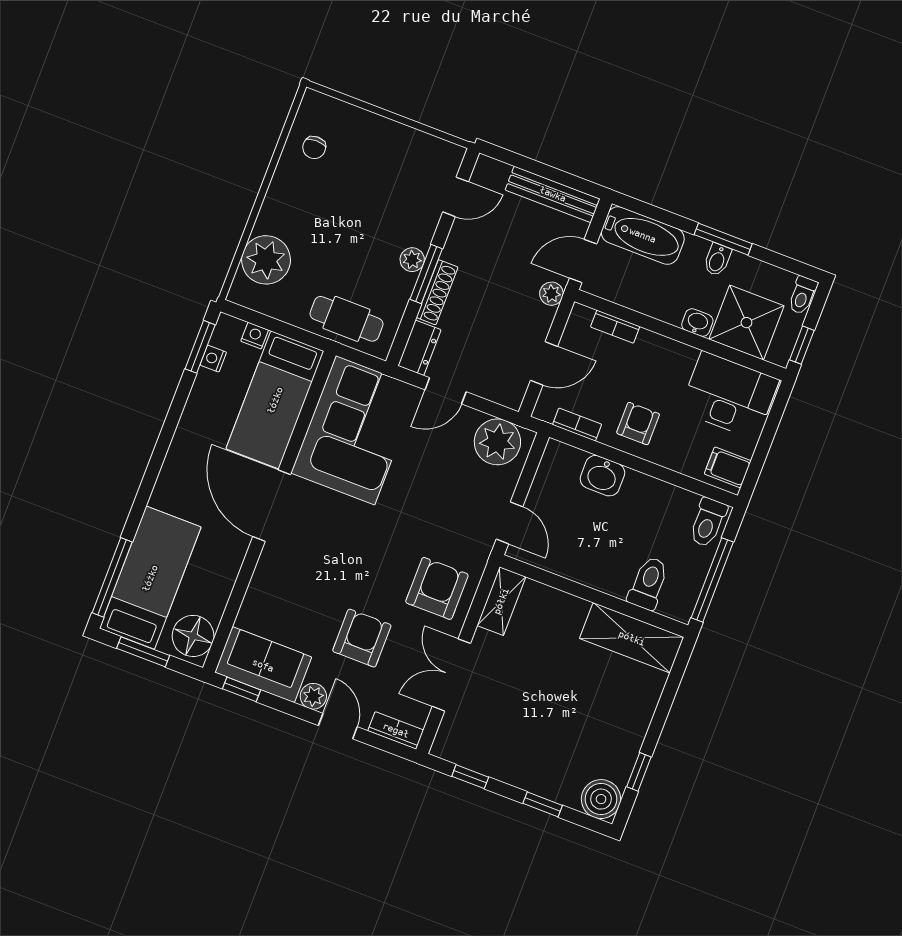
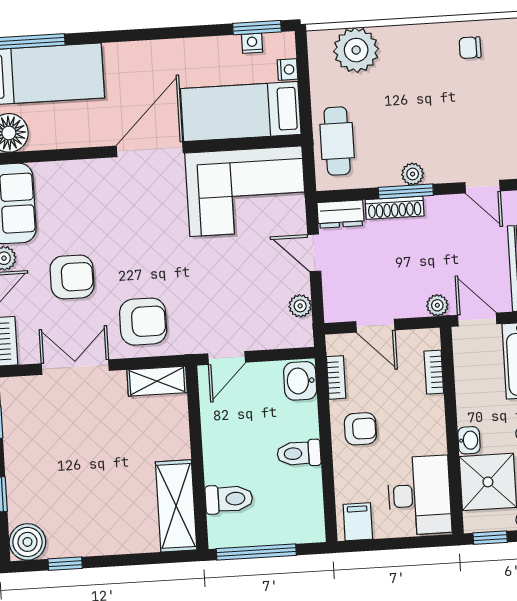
plant: (497, 442) -> (300, 306), width x0.53, depth x0.53
washbasin: (602, 476) -> (300, 381), moved
toilet: (708, 522) -> (299, 453), moved

